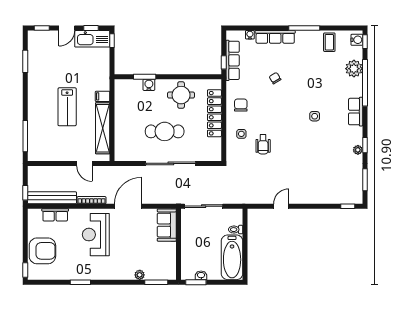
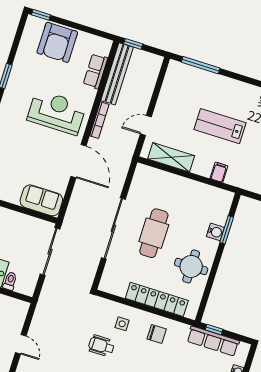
shelving: (103, 128) -> (171, 157), width x0.68

